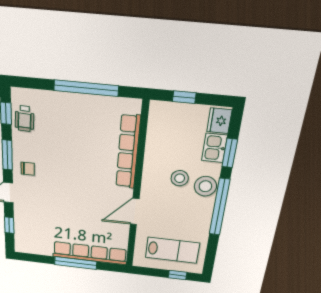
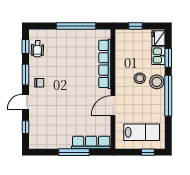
row of seats: (90, 253) -> (91, 143), width x0.73

